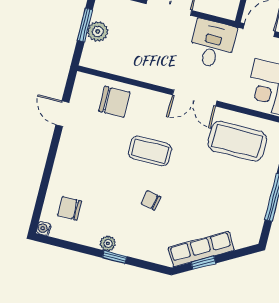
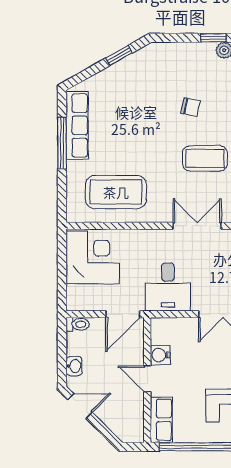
double door: (195, 98) -> (197, 226), moved
row of seats: (201, 249) -> (77, 125), moved, turned -61

